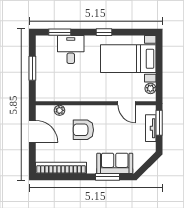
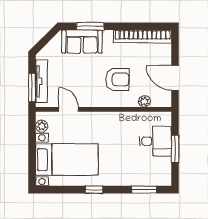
desk: (71, 50) -> (155, 141), moved, turned -90
tv unit: (151, 128) -> (41, 81), width x1.41

